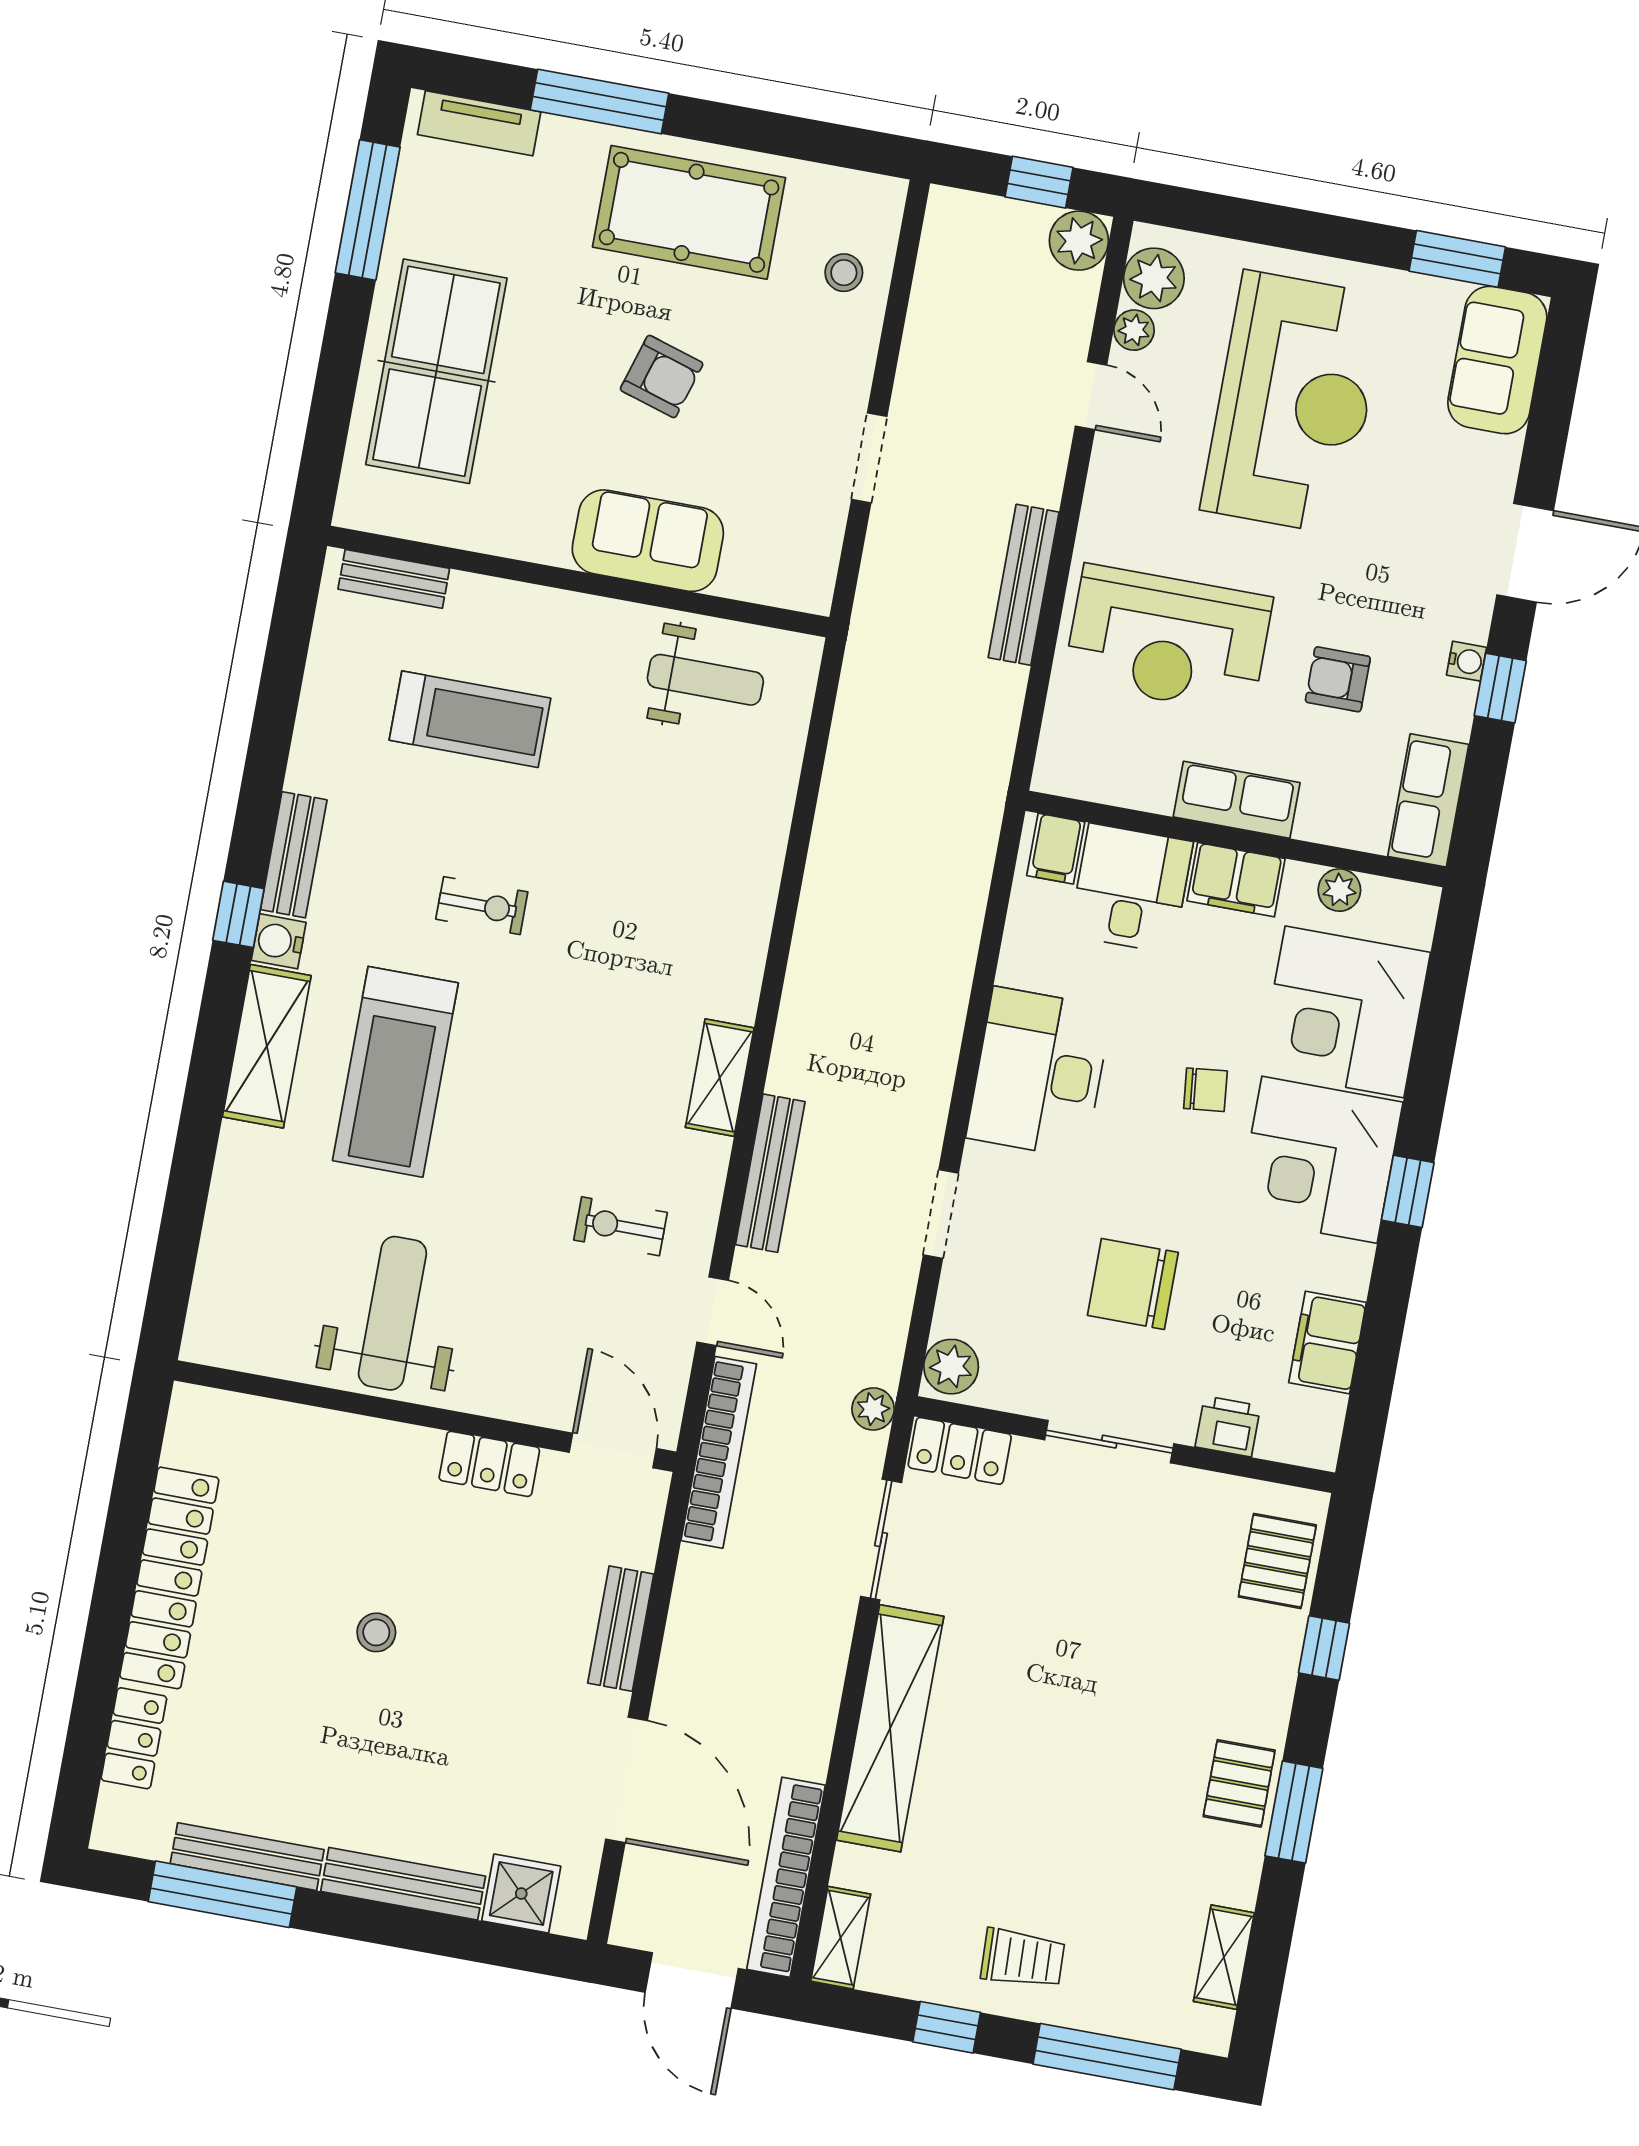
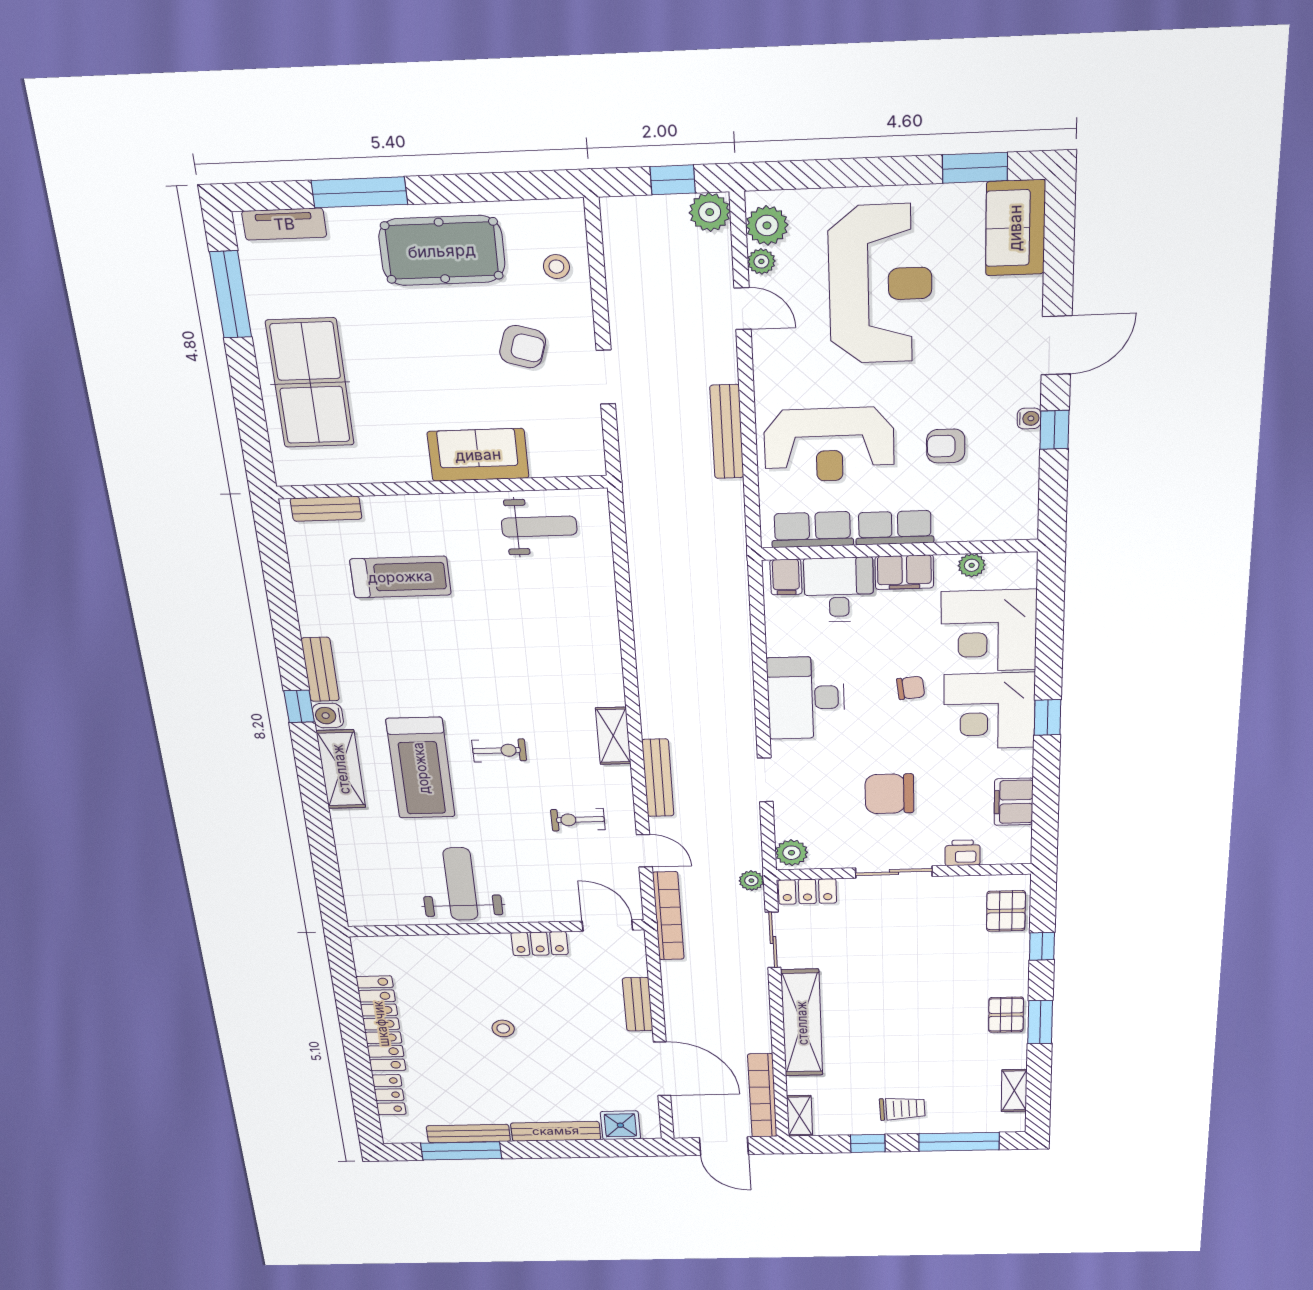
armchair: (662, 377) -> (523, 347), moved
row of seats: (1428, 800) -> (812, 530), moved, turned 90
exercise bike: (482, 906) -> (499, 750), moved

